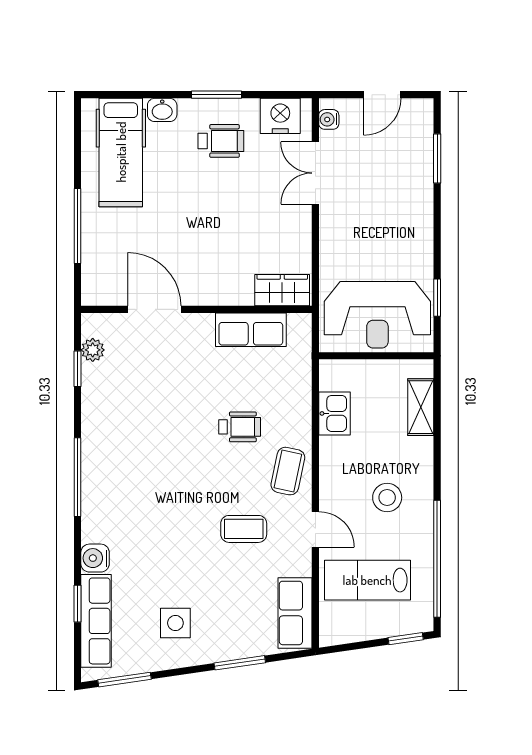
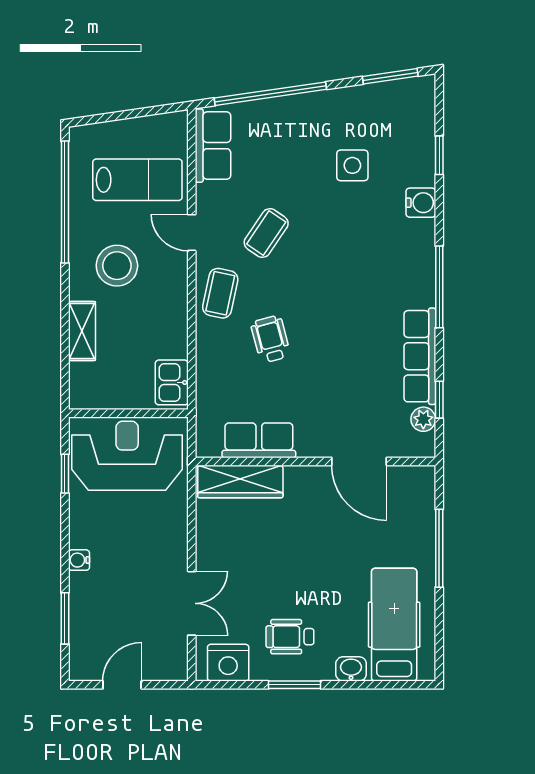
water cooler: (329, 119) -> (79, 560), moved, turned 180
wardrobe: (282, 290) -> (240, 482), width x1.50
shelving: (421, 407) -> (82, 331), moved
kitchen sink: (334, 413) -> (172, 382), moved
wheelchair: (240, 427) -> (271, 339), turned 75
stool: (387, 498) -> (117, 266), width x1.38, depth x1.38
coffee table: (244, 529) -> (266, 233), turned -56
row of seats: (96, 621) -> (420, 356), moved
side table: (175, 623) -> (352, 165), moved
window: (406, 639) -> (98, 119), removed
window: (240, 663) -> (270, 94), width x2.11

